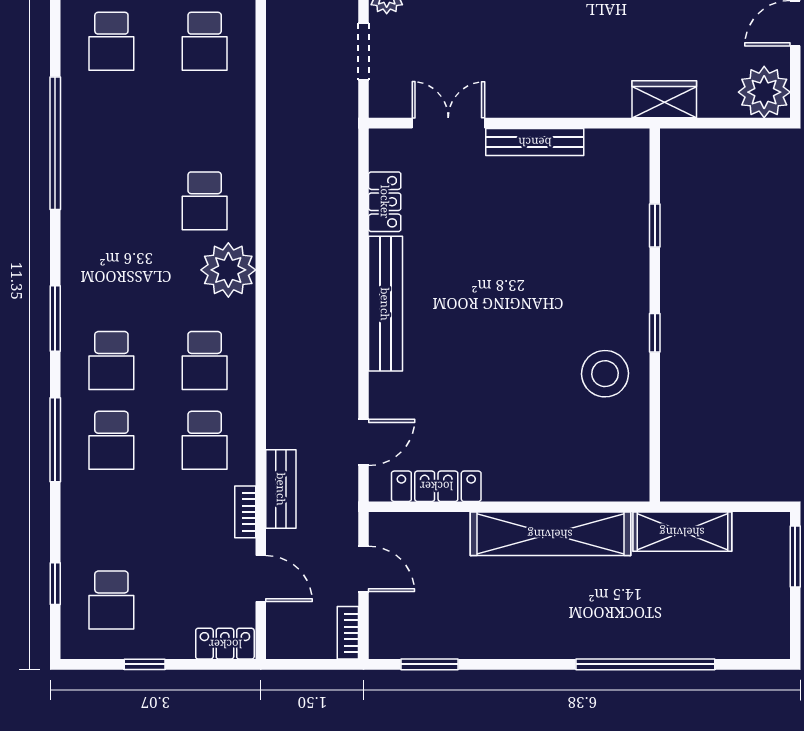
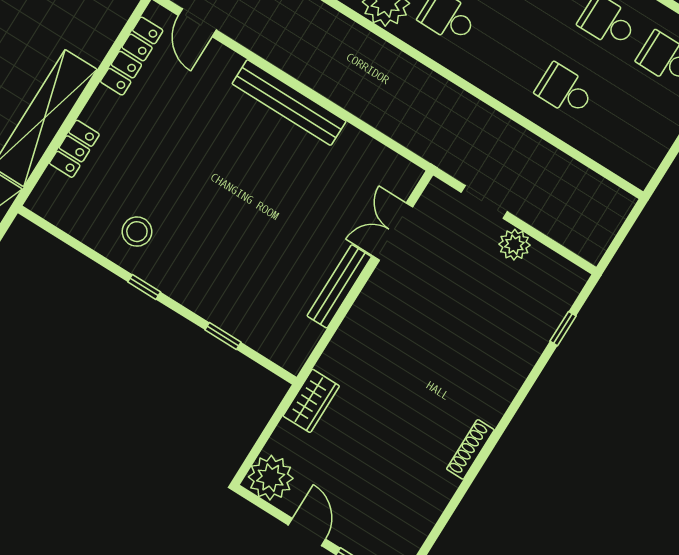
double door: (448, 123) -> (393, 232), swing flipped
locker: (385, 202) -> (74, 149), moved, turned -90
stool: (605, 374) -> (137, 232), width x0.73, depth x0.73

